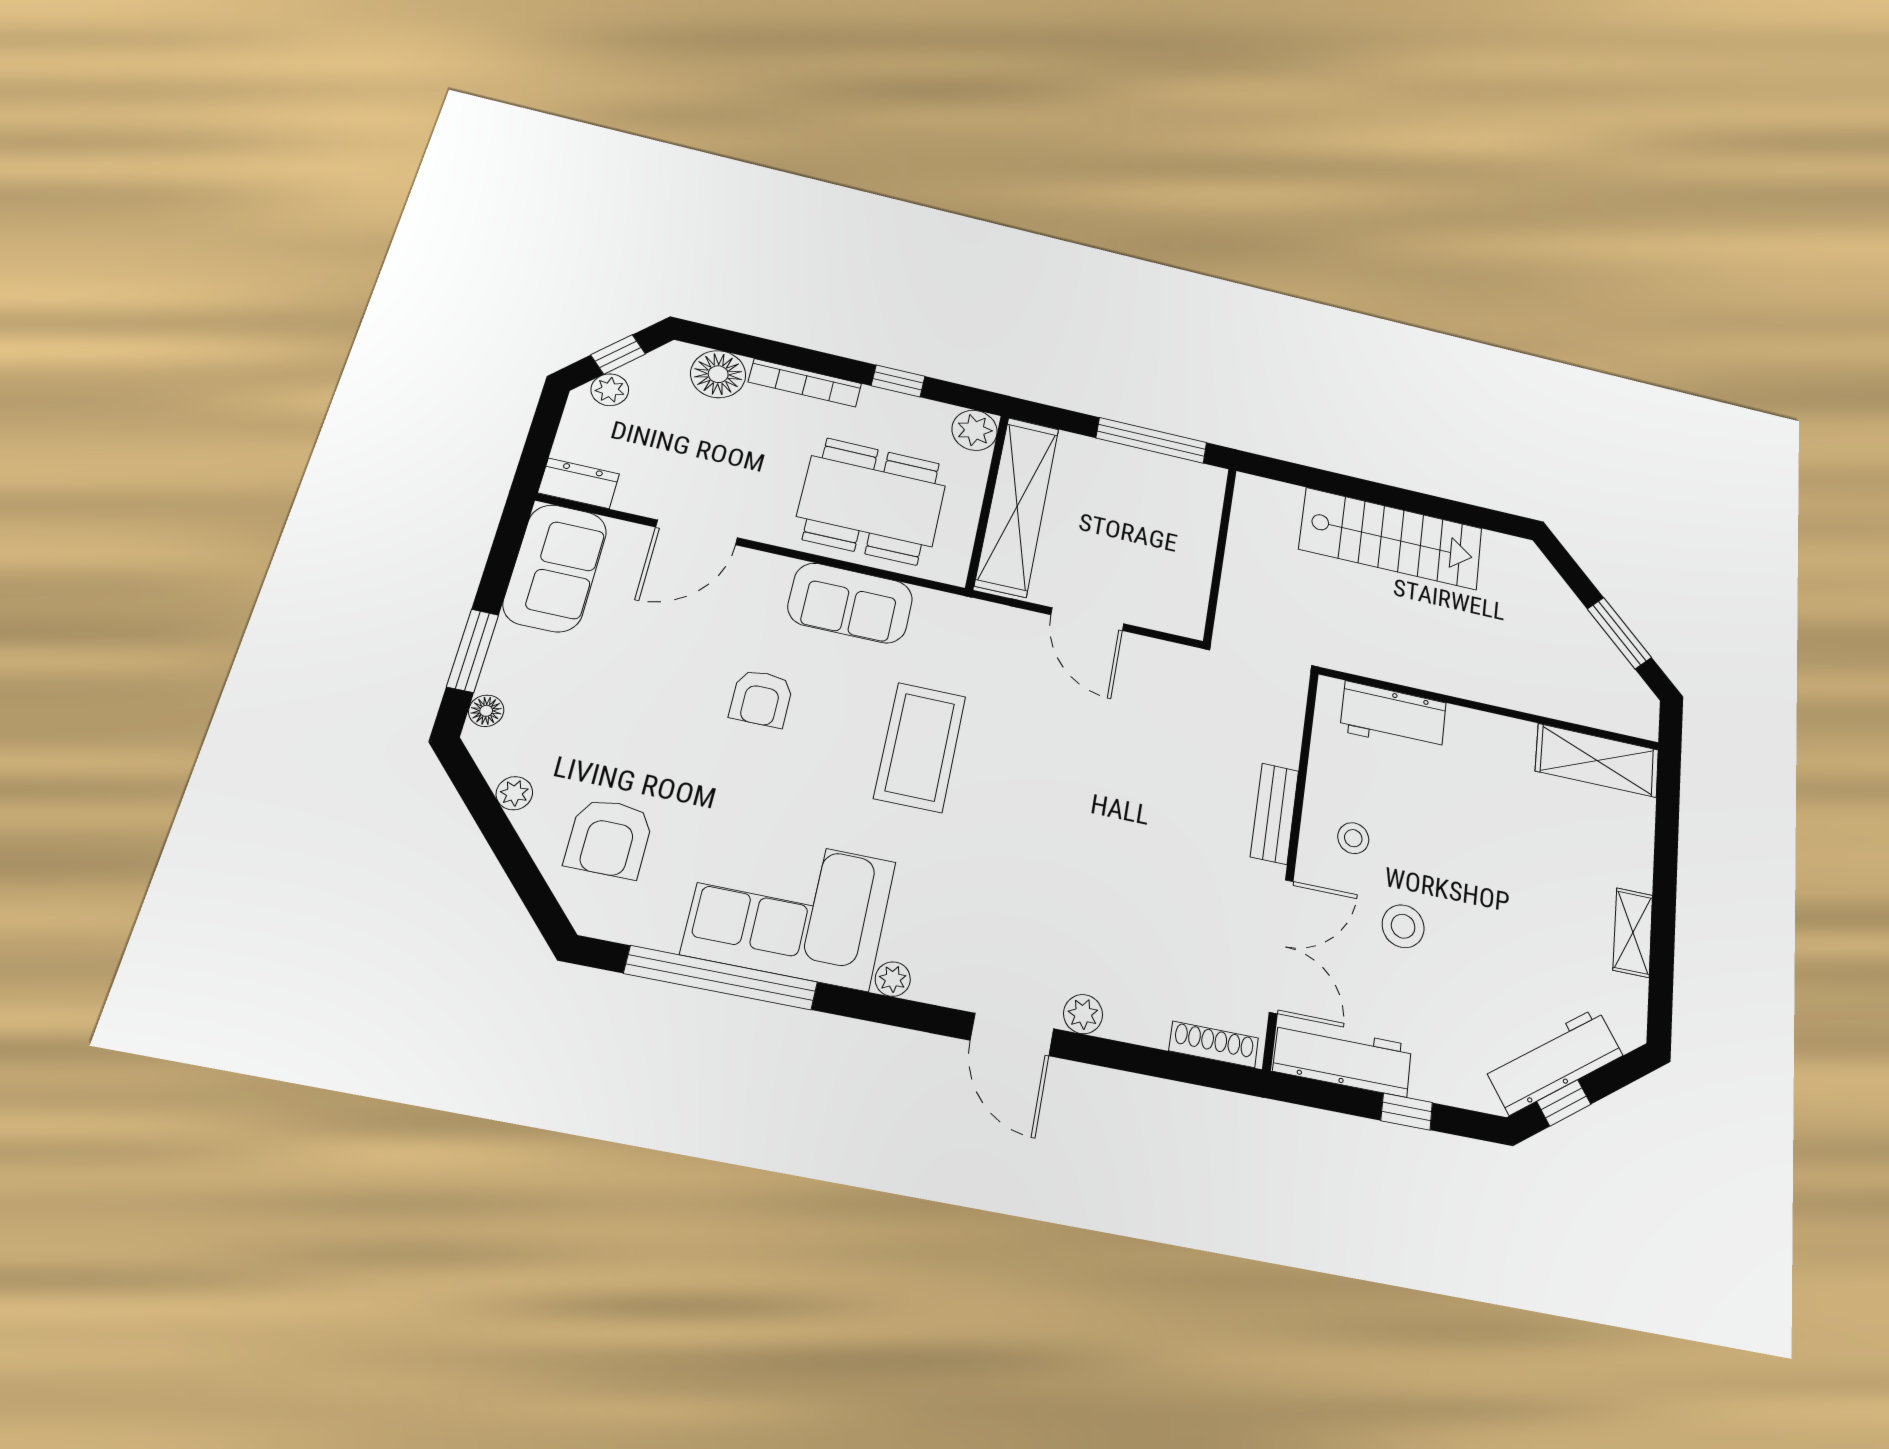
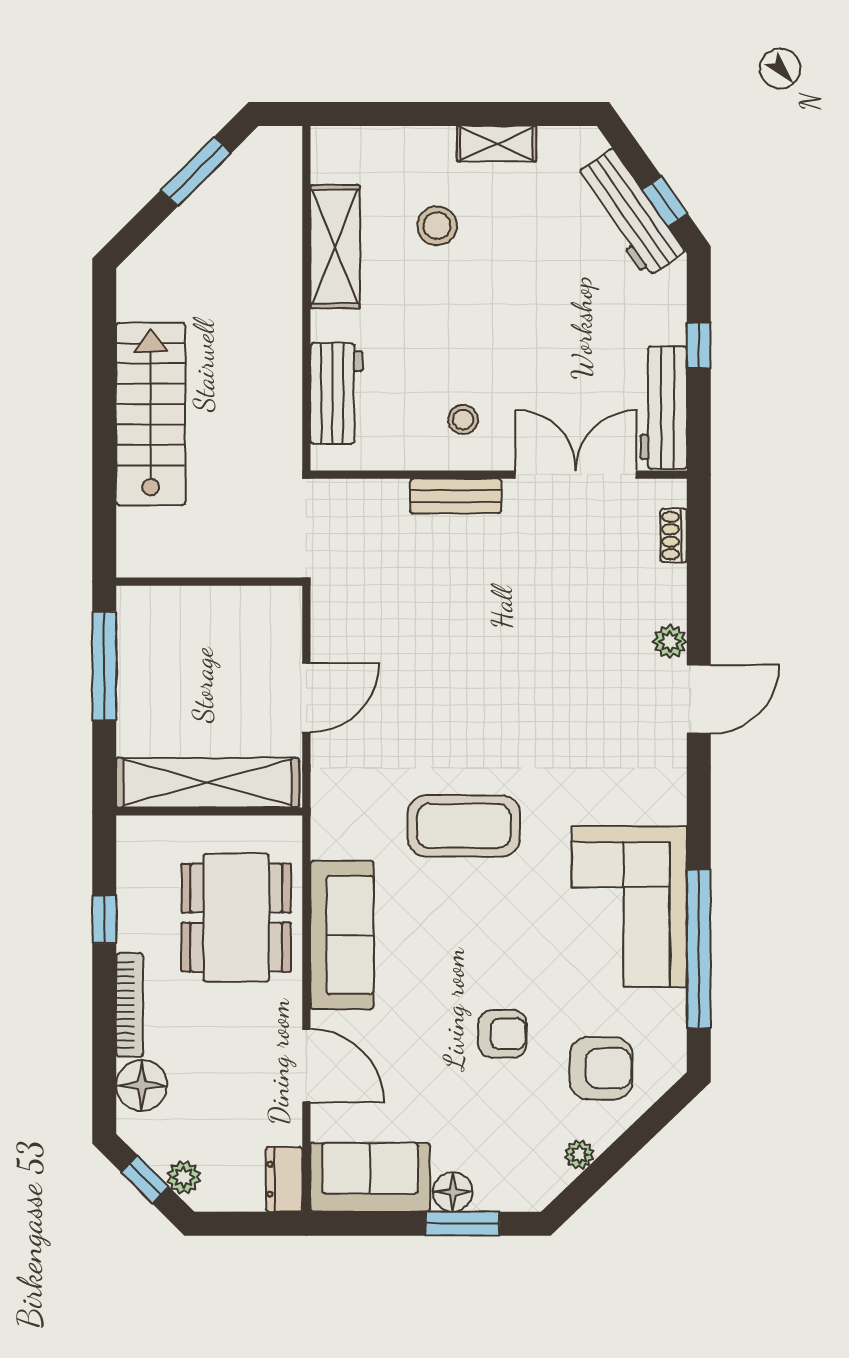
plant: (975, 430) -> (138, 837), removed
sofa: (850, 603) -> (342, 935), width x1.36
armchair: (761, 698) -> (502, 1034), moved
floor lamp: (486, 711) -> (453, 1192), moved, width x1.37, depth x1.37
shelving: (1597, 760) -> (335, 247), moved
stool: (1403, 926) -> (437, 226), moved
plant: (893, 979) -> (672, 808), removed
shoe rack: (1214, 1044) -> (674, 536), width x0.70

